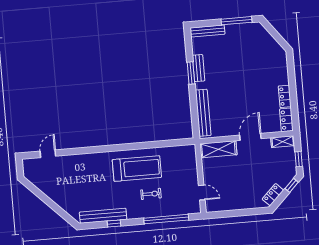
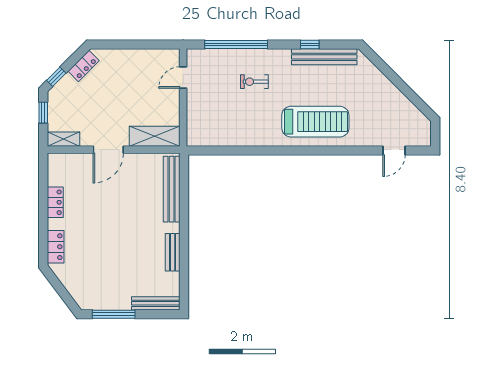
window: (191, 73) -> (184, 246), removed
locker: (286, 120) -> (56, 247), moved
treadmill: (137, 169) -> (315, 122), moved, turned 180
door: (202, 193) -> (183, 77), hinge flipped

